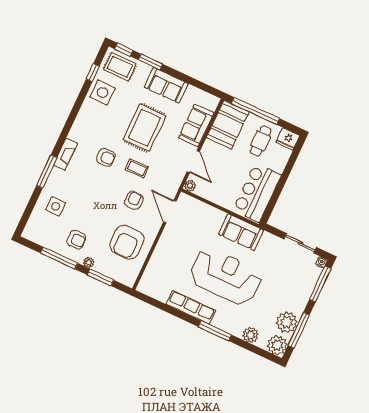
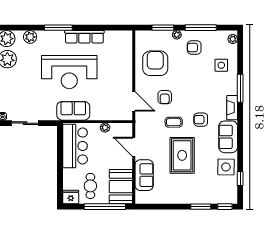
rug: (120, 67) -> (222, 192), removed
sofa: (166, 85) -> (228, 137), moved, turned -90
plant: (190, 186) -> (105, 128), moved
plant: (30, 229) -> (233, 39), added

